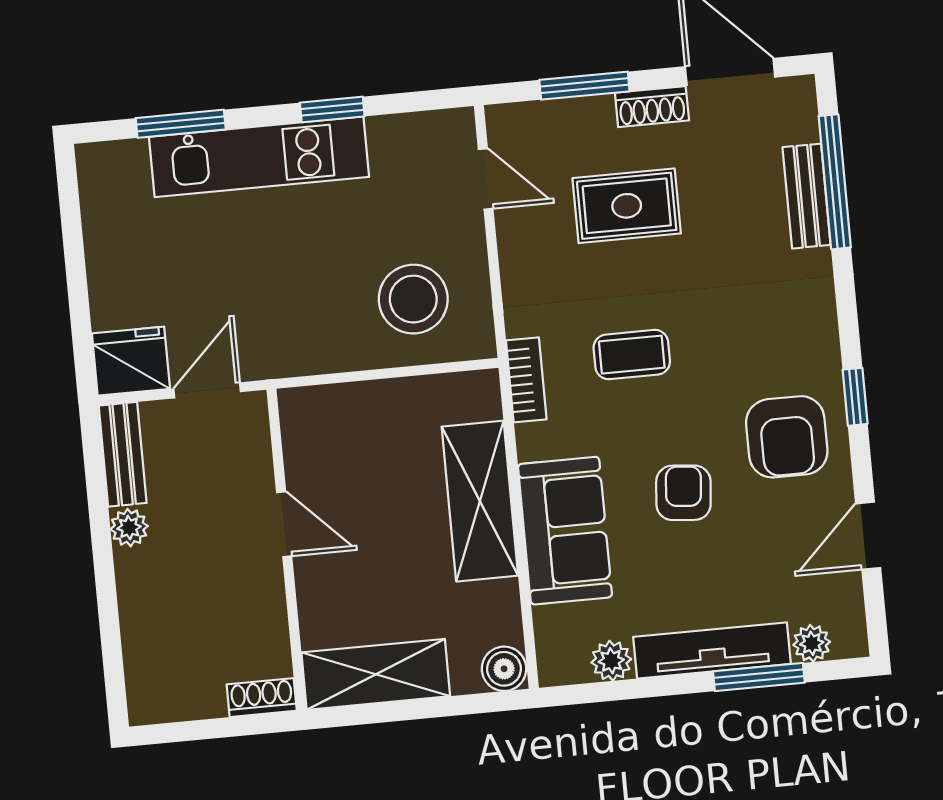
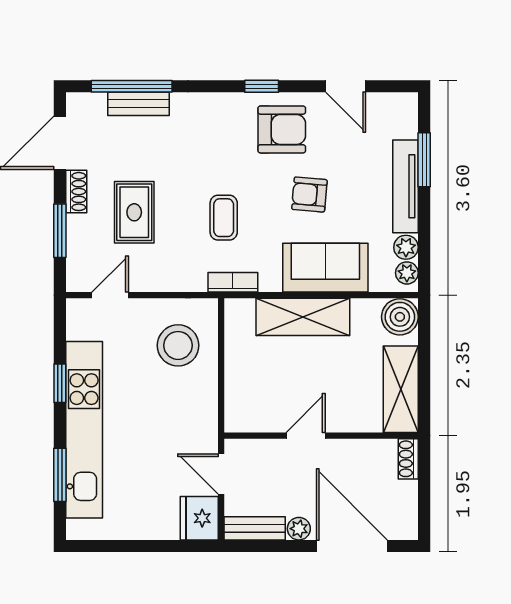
kitchen unit: (259, 157) -> (84, 430), width x1.36
door: (109, 618) -> (352, 546), added
plant: (812, 643) -> (407, 273), moved
boiler: (504, 669) -> (400, 317), width x1.36, depth x1.36

